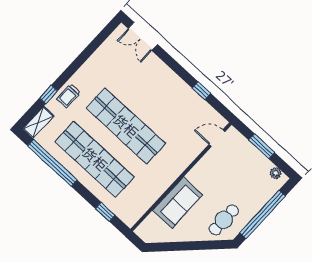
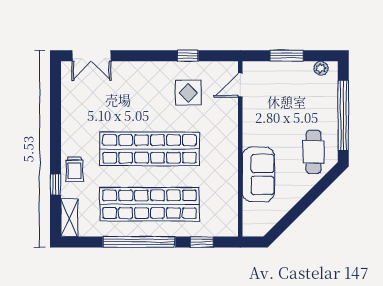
display table: (181, 113) -> (188, 93), added
window: (52, 163) -> (139, 242), moved

